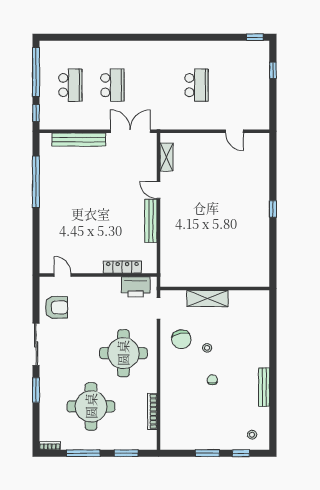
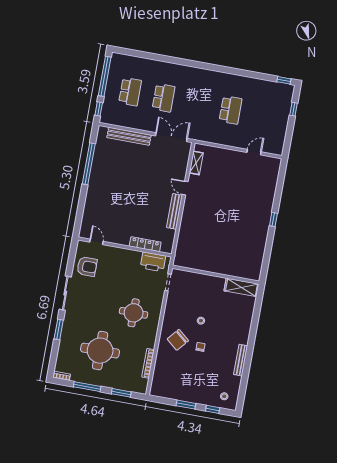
door: (234, 131) -> (254, 152), swing flipped
shelving: (208, 298) -> (241, 287), moved
chair: (181, 339) -> (178, 340), moved, turned 50
round table: (123, 353) -> (134, 313), width x0.73, depth x0.73

